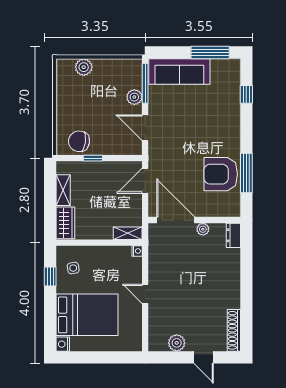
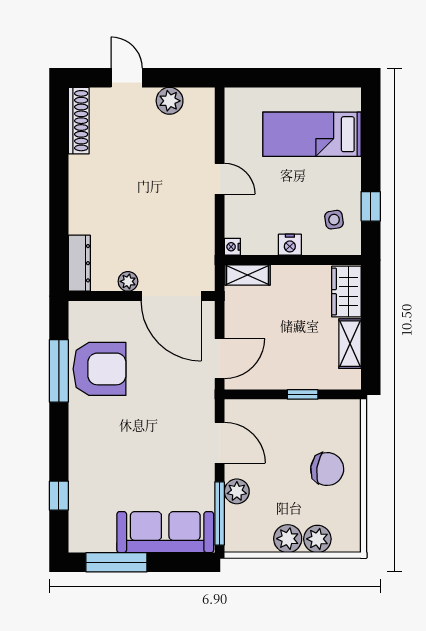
plant: (102, 67) -> (288, 539), added
chair: (79, 141) -> (327, 469), moved
dresser: (233, 235) -> (79, 263), width x1.44
bed: (87, 315) -> (312, 134), width x0.67
nightstand: (63, 344) -> (290, 245), moved, turned 90

